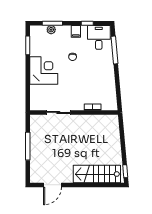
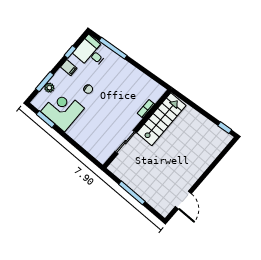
corner desk: (44, 70) -> (63, 110), moved
stairs: (97, 174) -> (161, 119), moved, turned 180

